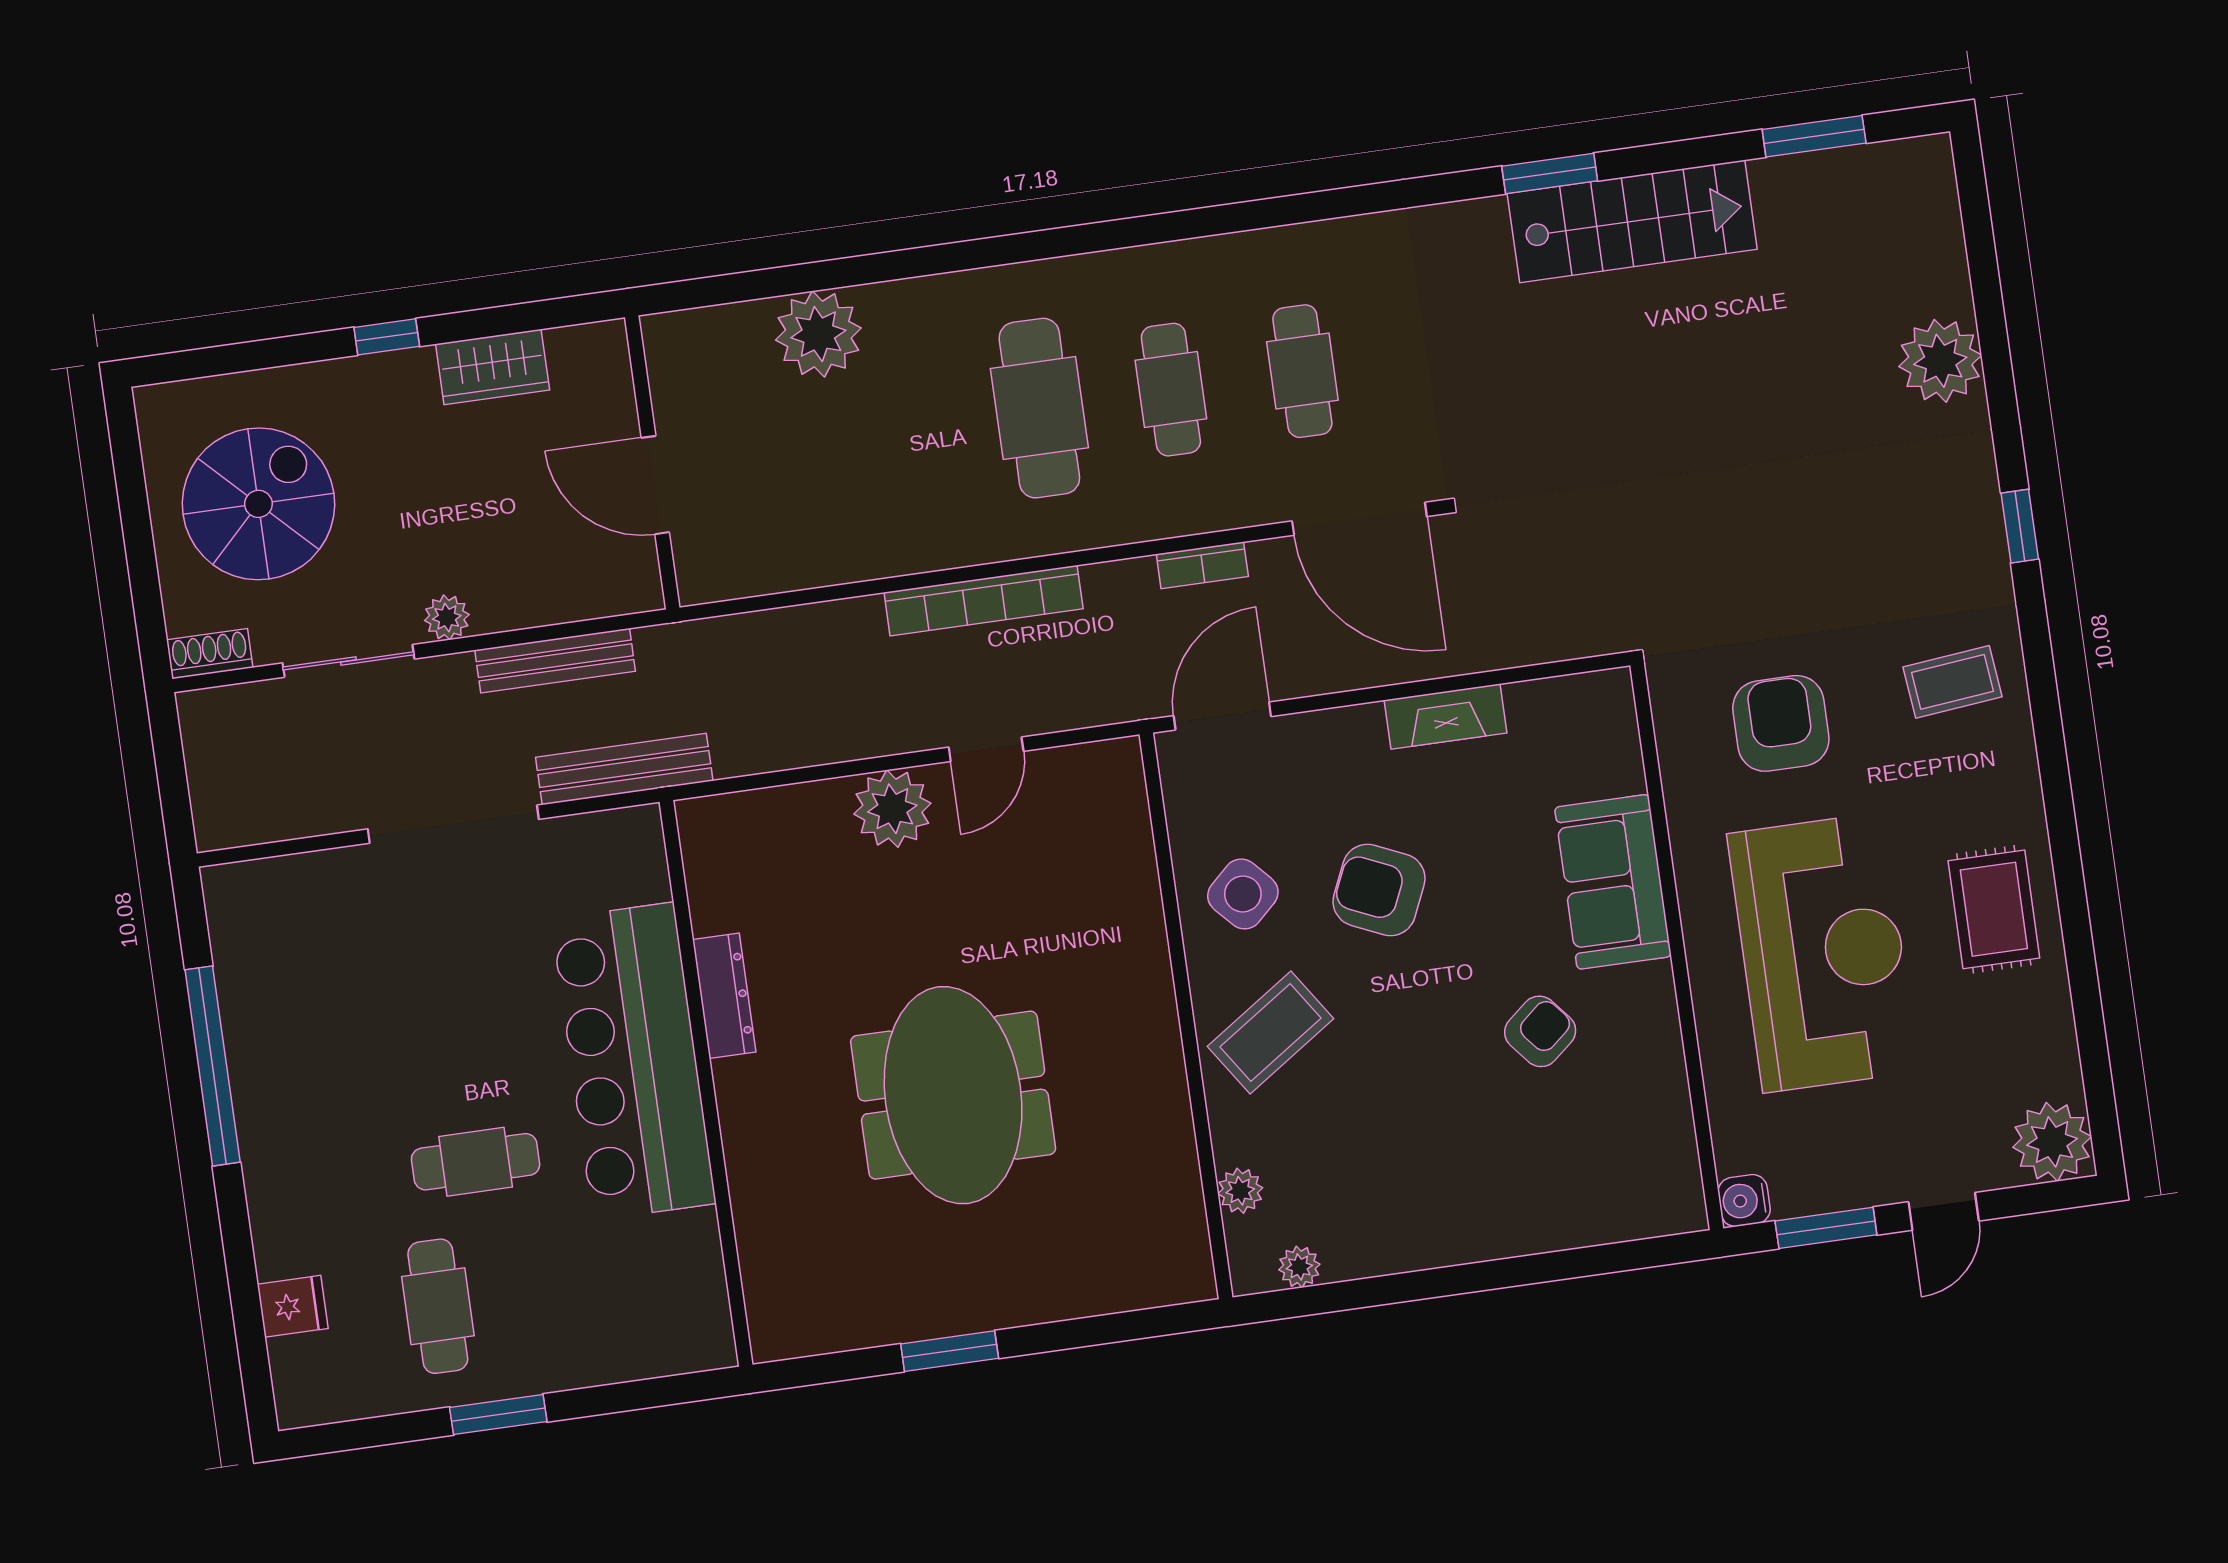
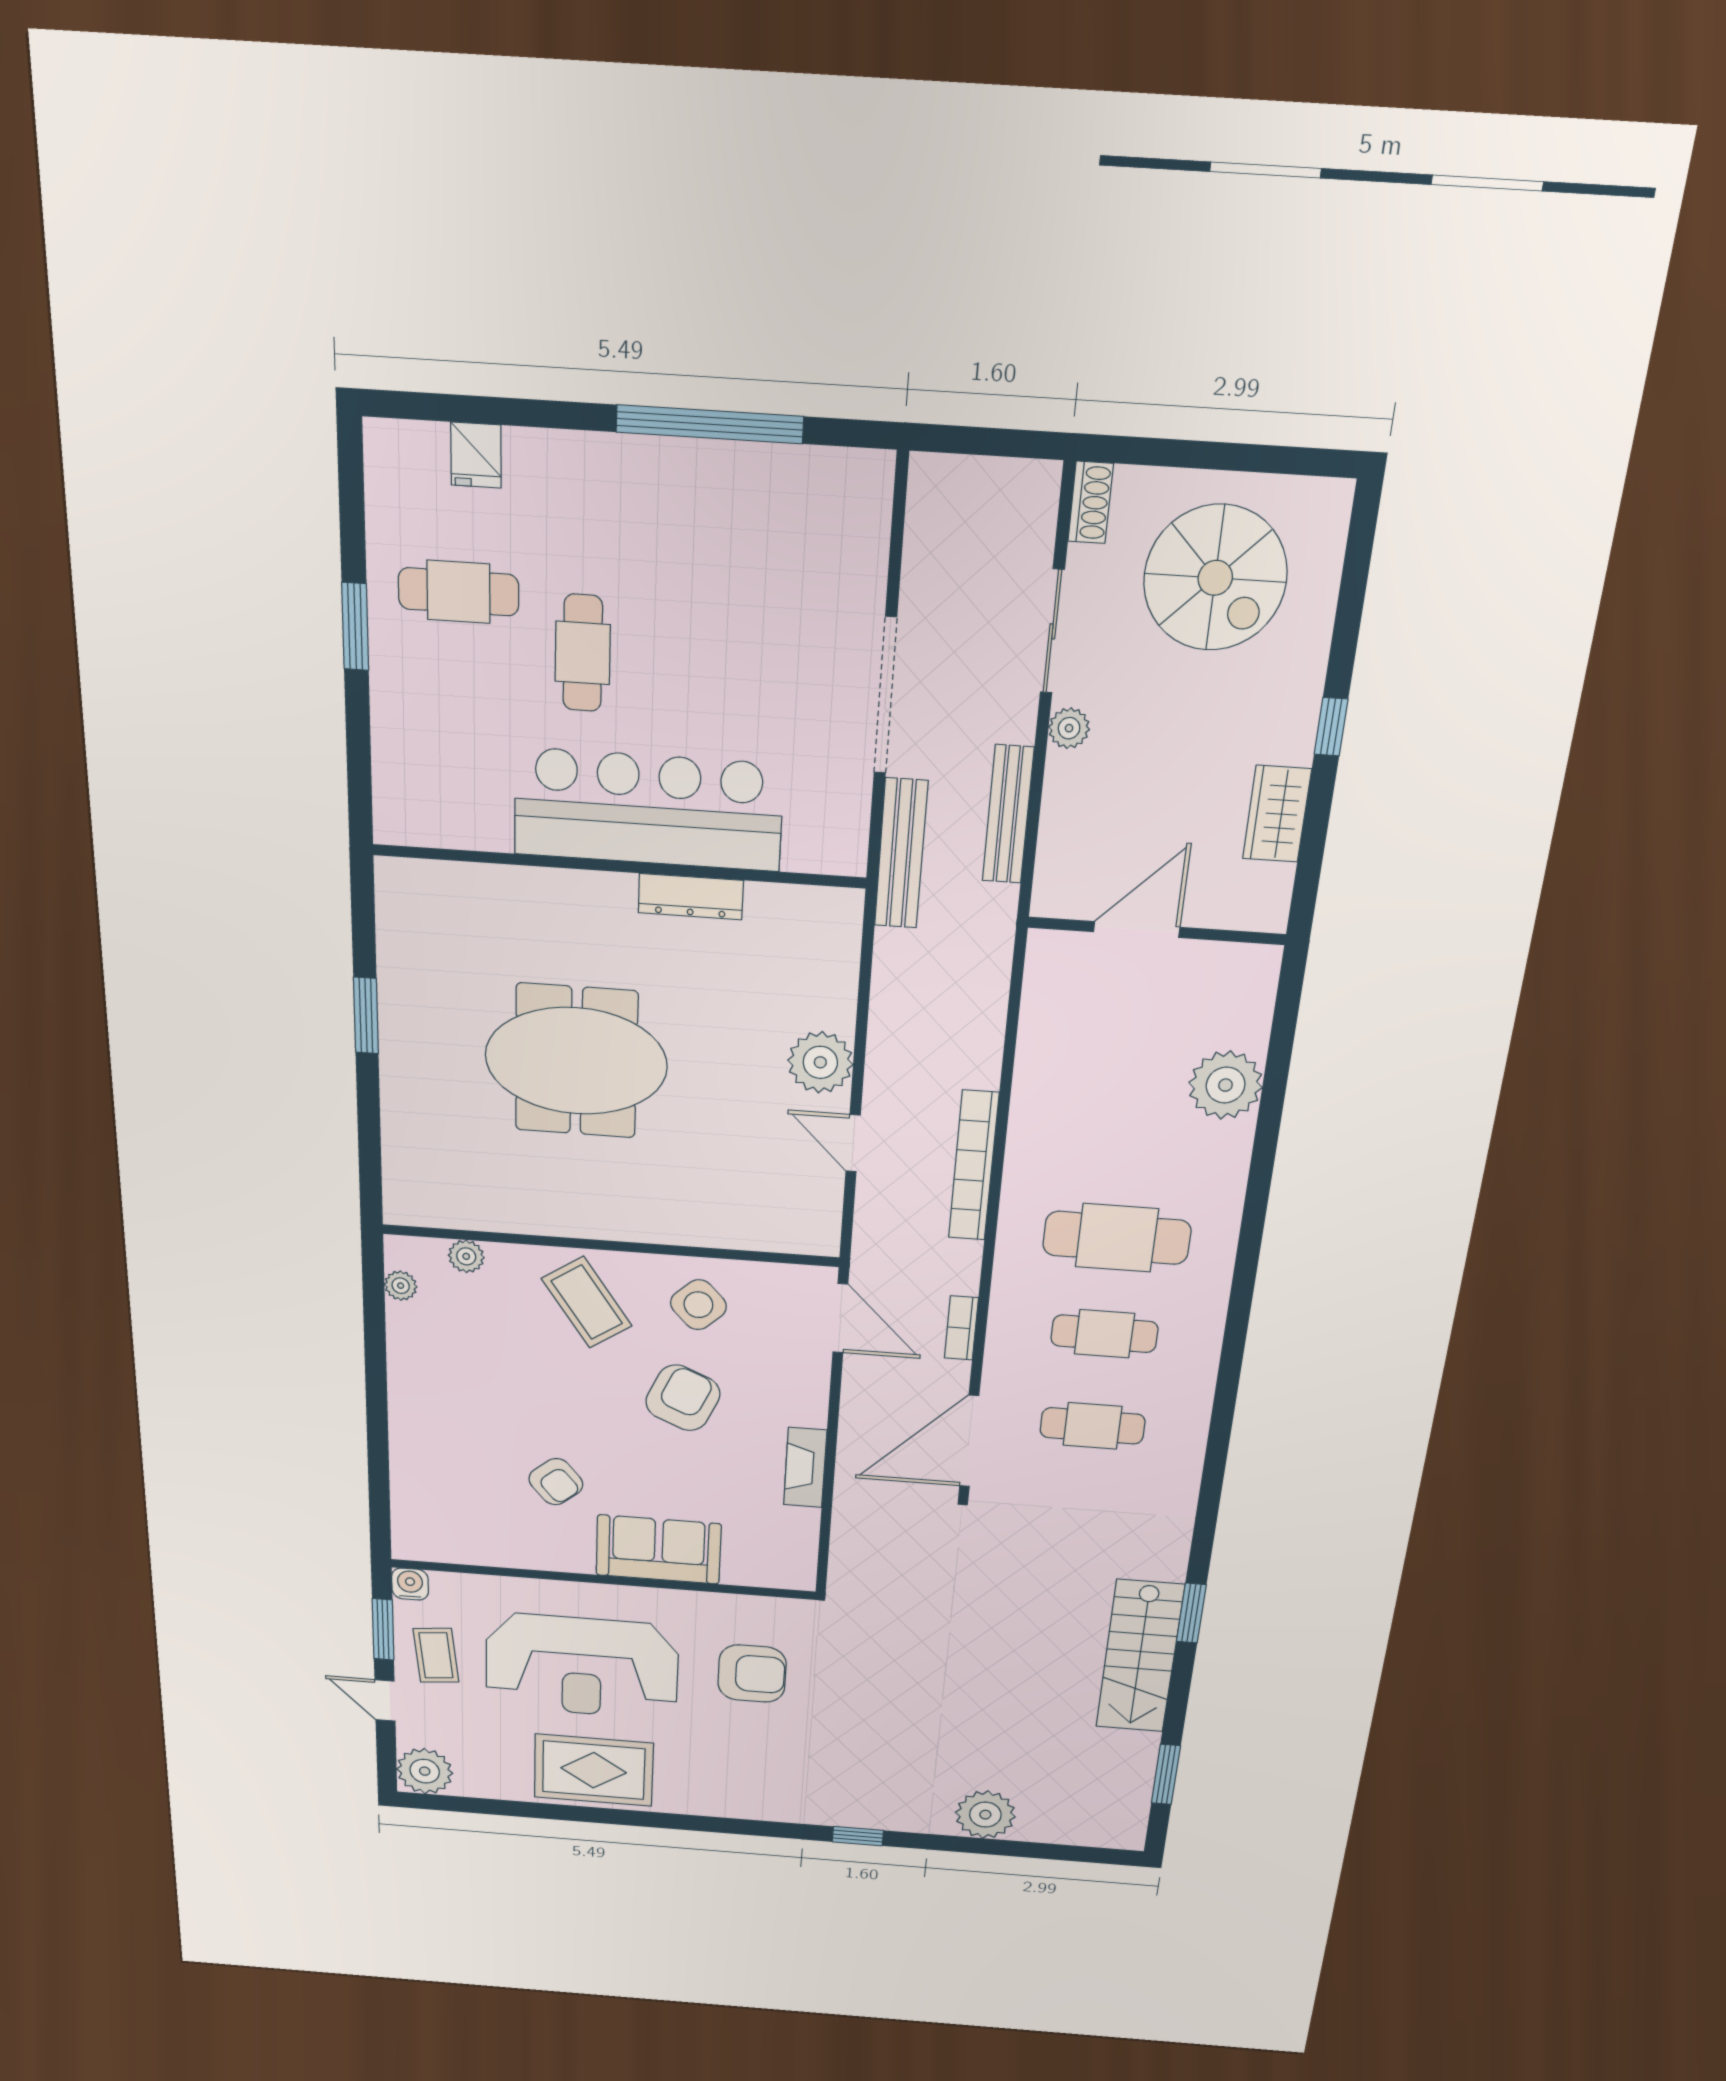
coffee table: (1953, 682) -> (436, 1655), moved
rug: (1994, 909) -> (594, 1770), width x1.36, depth x1.43

